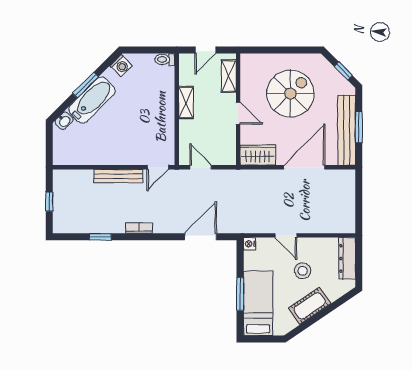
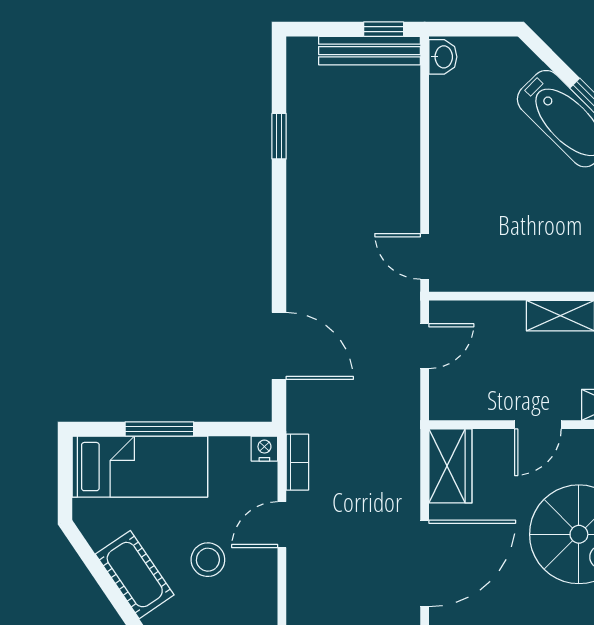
washbasin: (64, 121) -> (443, 57), moved, turned -135
door: (304, 167) -> (425, 563), hinge flipped
bench: (118, 176) -> (370, 51), moved, turned 90
window: (49, 202) -> (384, 29), moved
bookcase: (139, 228) -> (297, 462), moved

